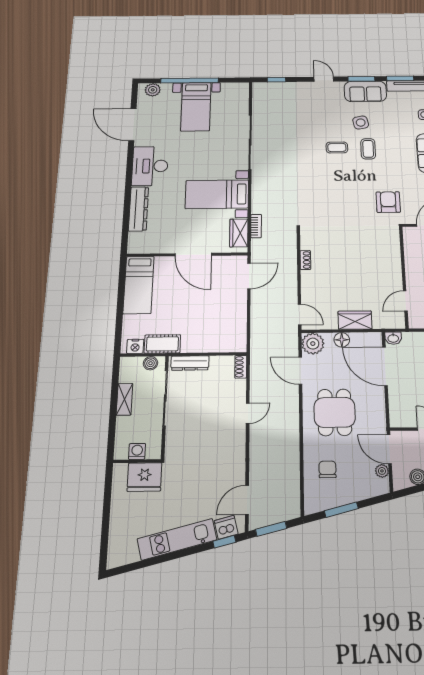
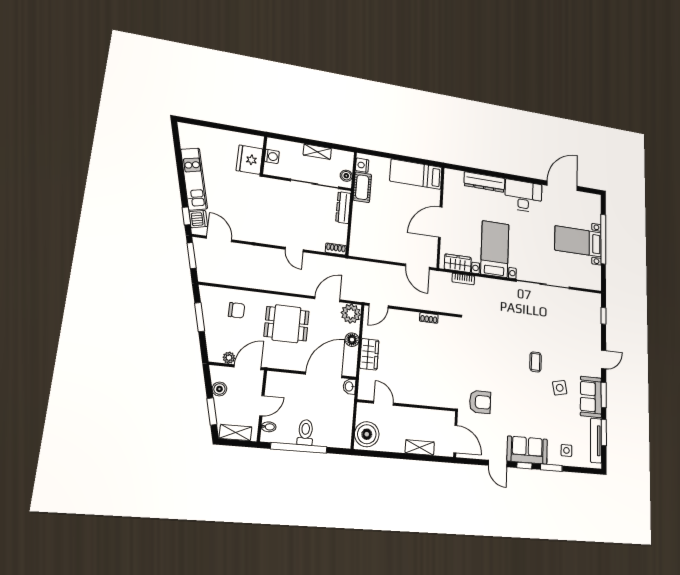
plant: (153, 90) -> (595, 207), removed
coffee table: (368, 149) -> (533, 391), removed

